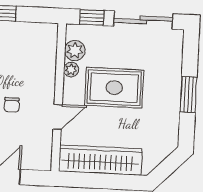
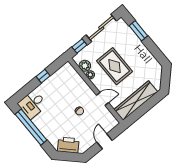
rug: (114, 88) -> (115, 66), turned 90
window: (188, 94) -> (138, 31), moved
door: (58, 117) -> (103, 99), hinge flipped

